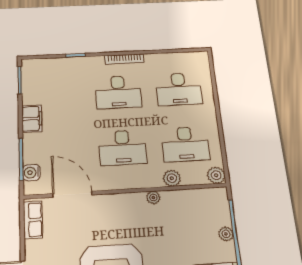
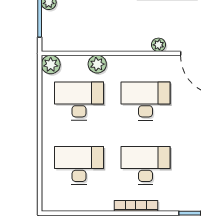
plant: (153, 197) -> (158, 45), moved

